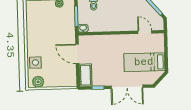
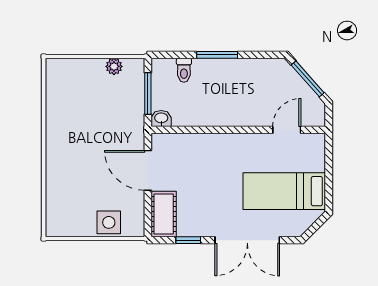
door: (145, 32) -> (287, 130), hinge flipped
side table: (35, 63) -> (109, 222), moved
plant: (38, 82) -> (66, 225), removed

